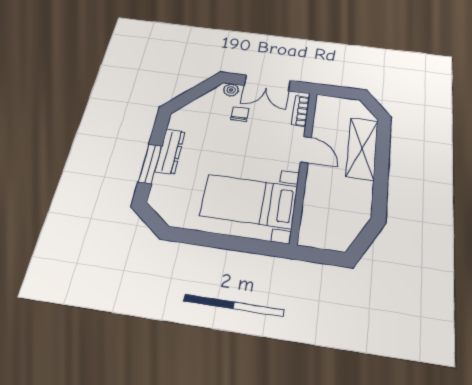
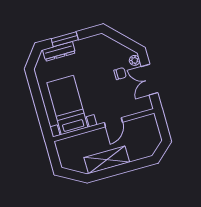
bookcase: (301, 111) -> (138, 108), removed
shelving: (362, 148) -> (107, 160), moved
dresser: (170, 151) -> (59, 51), moved

